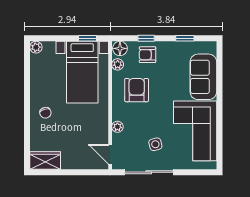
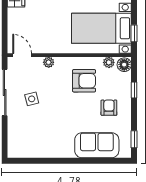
window: (185, 38) -> (134, 139), moved
armchair: (147, 55) -> (109, 108), moved
corner sofa: (195, 131) -> (45, 137), removed
door: (110, 154) -> (22, 55), hinge flipped

